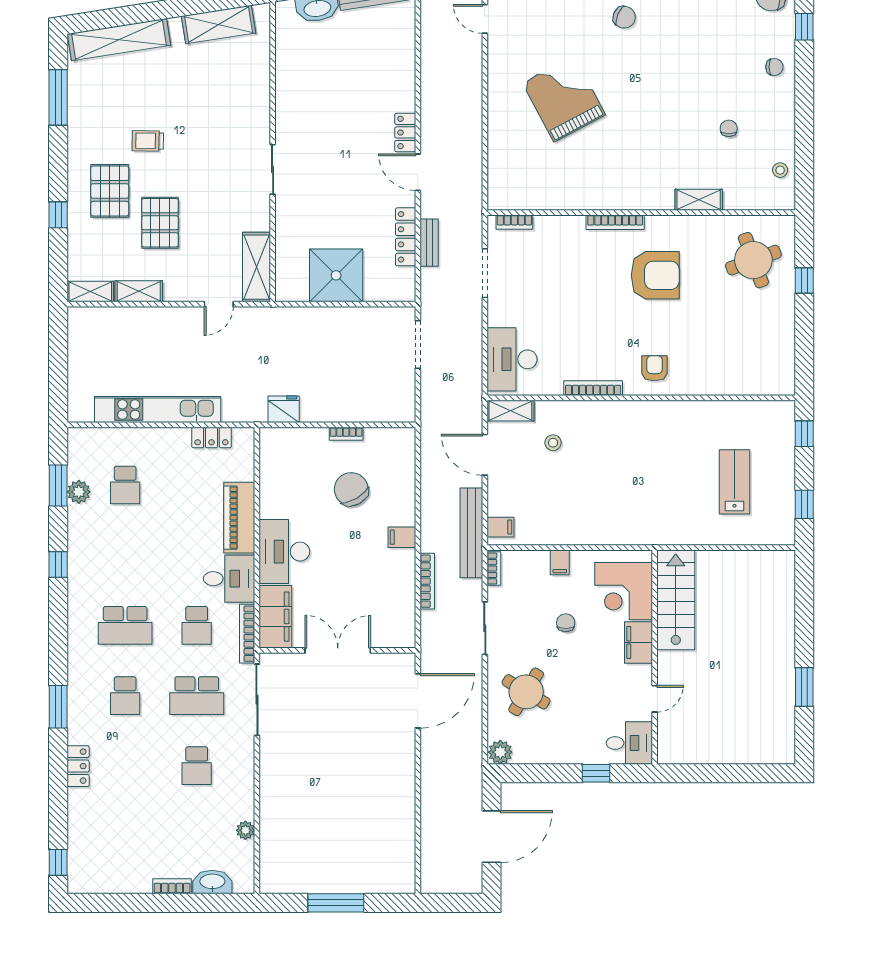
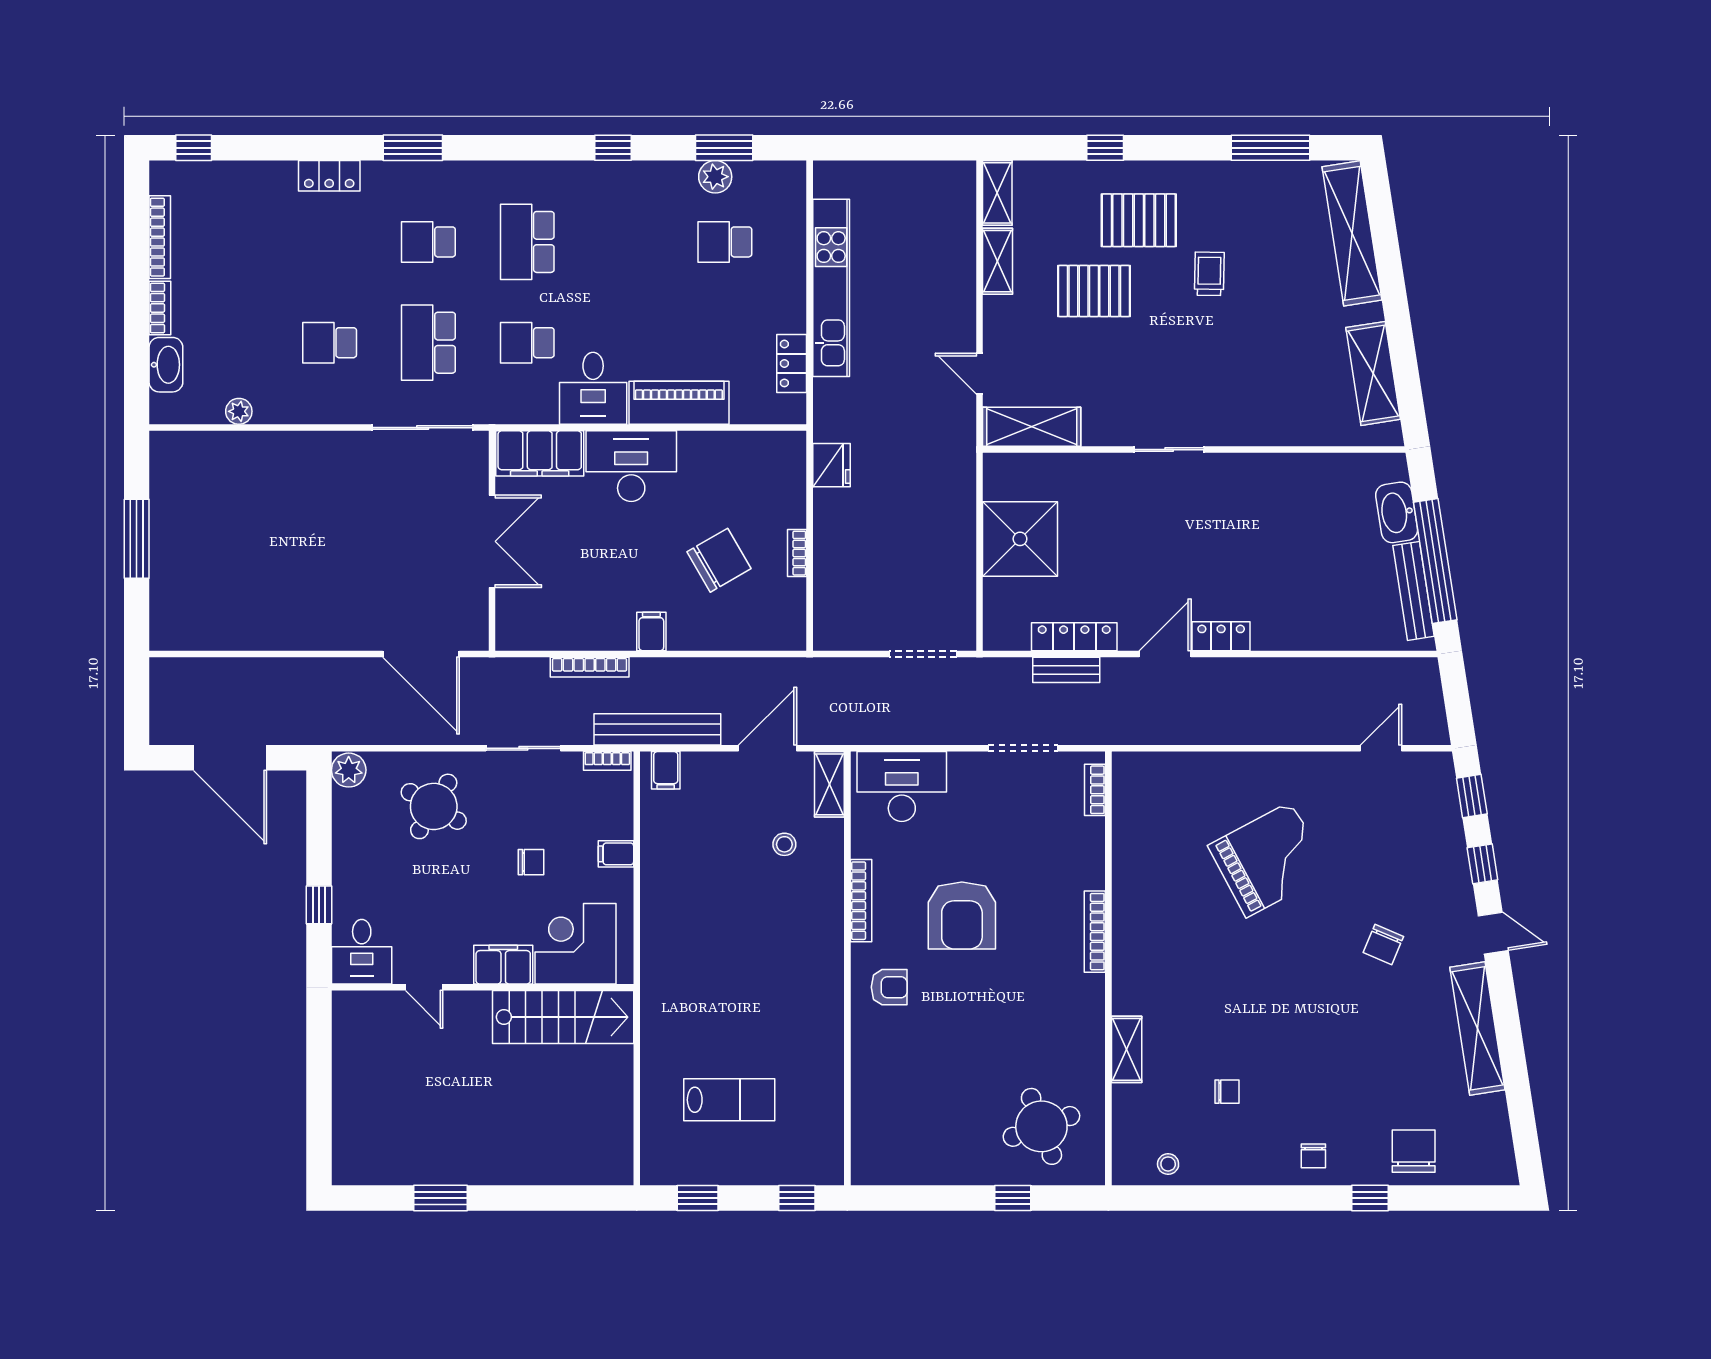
armchair: (655, 275) -> (962, 915), moved
bookcase: (247, 634) -> (160, 237), moved, turned 90

